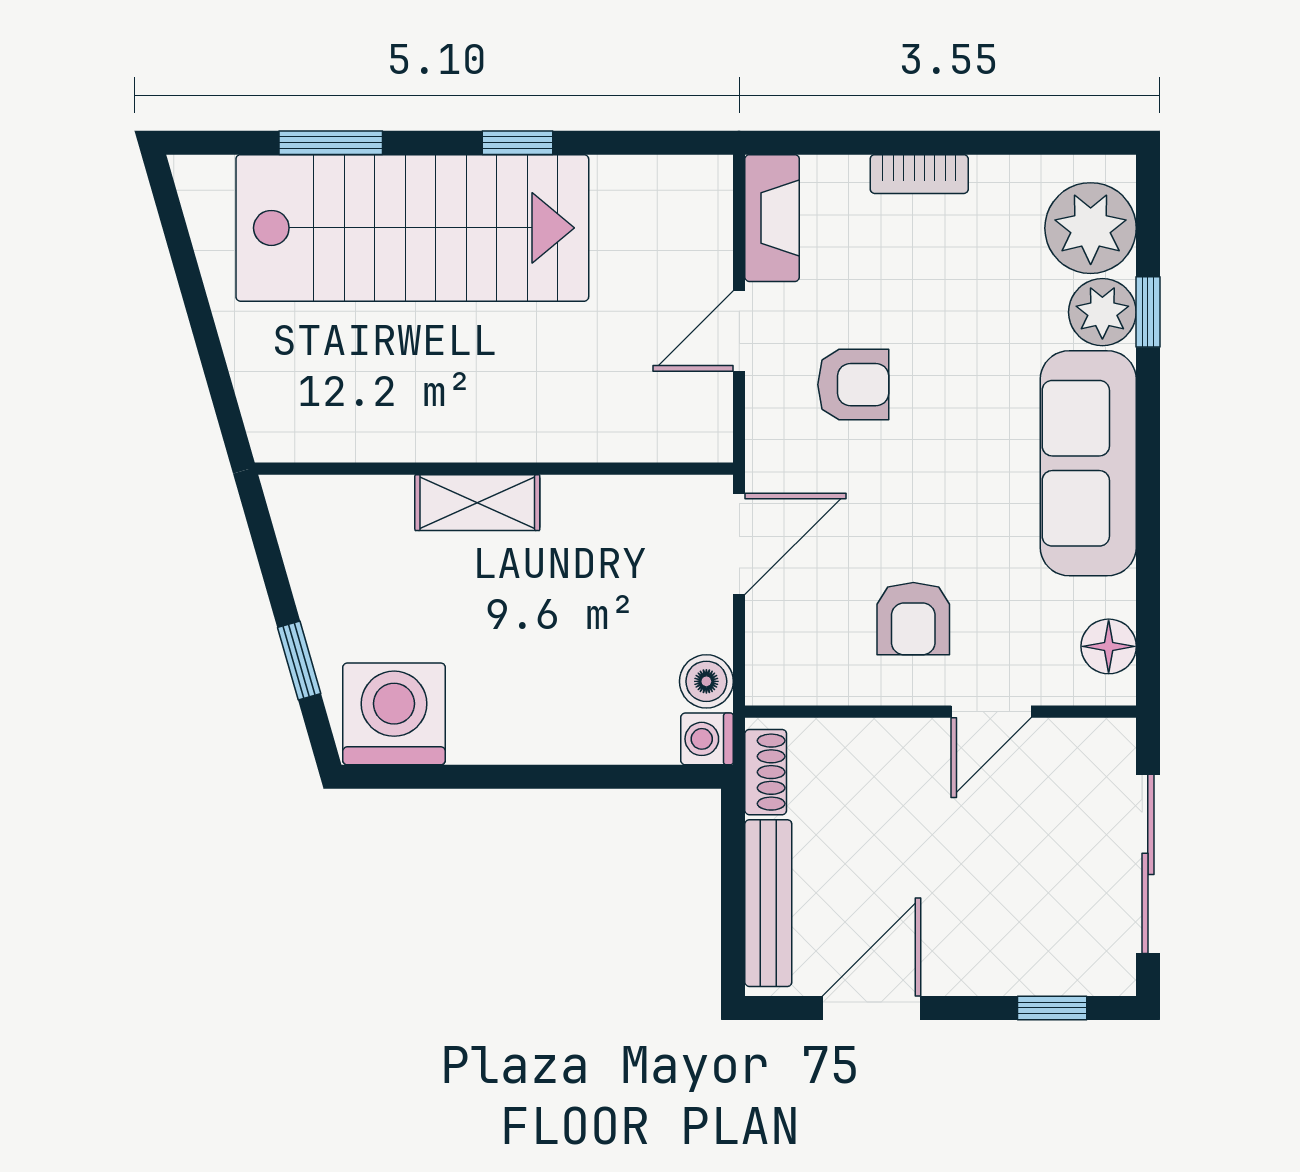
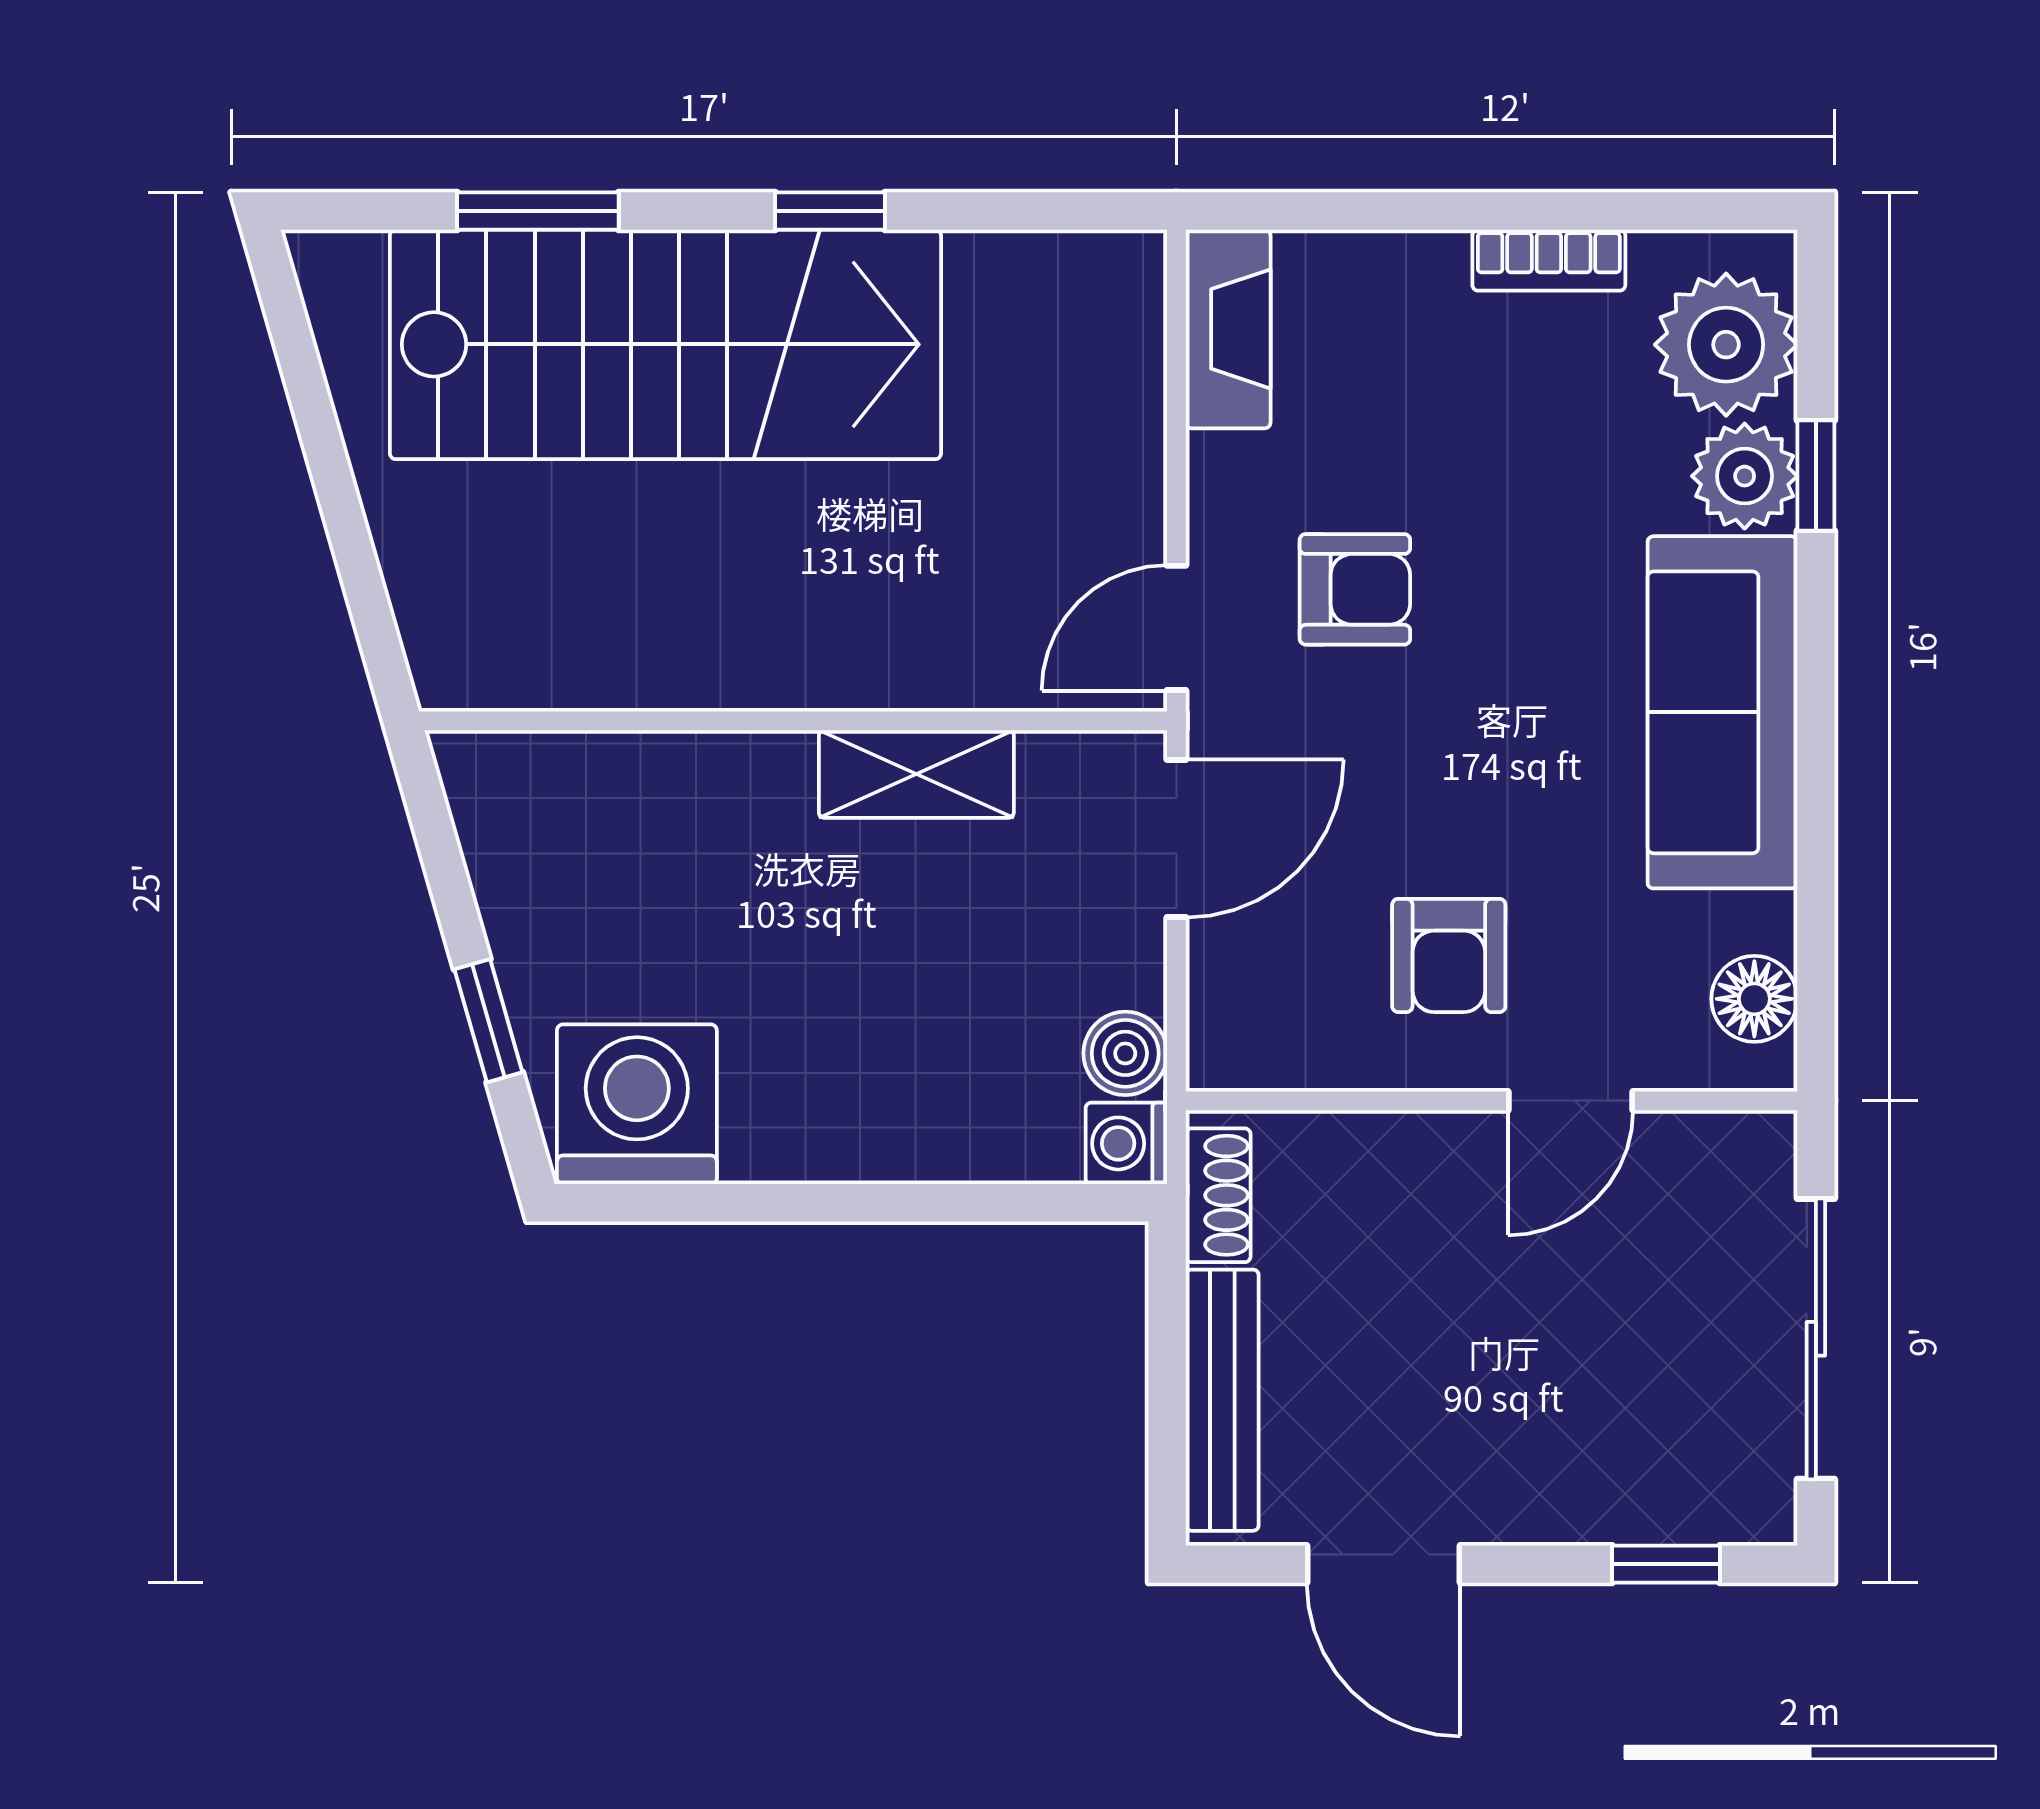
bookcase: (919, 174) -> (1549, 260), moved
door: (739, 331) -> (1176, 628), moved
shelving: (477, 503) -> (916, 774), moved
door: (872, 1008) -> (1384, 1564), swing flipped

